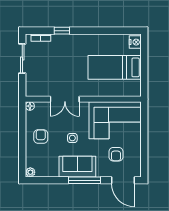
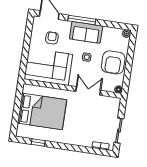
window: (62, 31) -> (38, 143), moved
nightstand: (135, 42) -> (21, 130), removed
bed: (115, 67) -> (42, 111), width x1.50
armchair: (41, 136) -> (113, 62), width x1.88, depth x1.88

